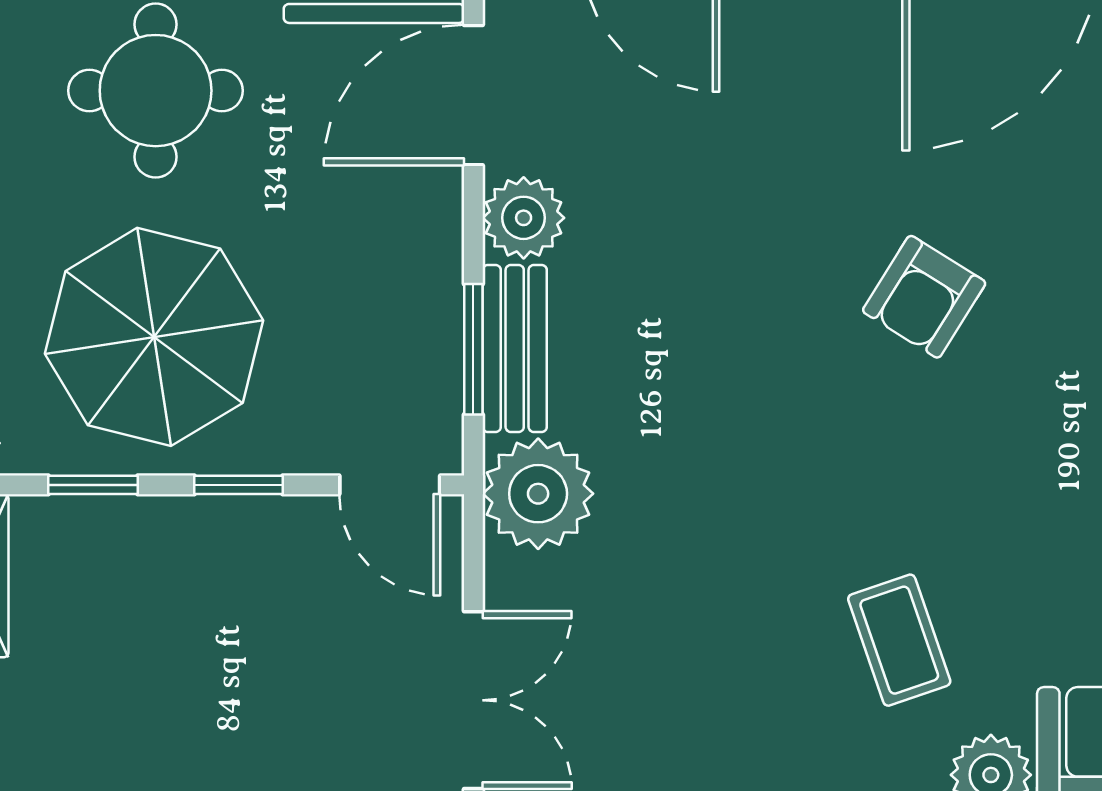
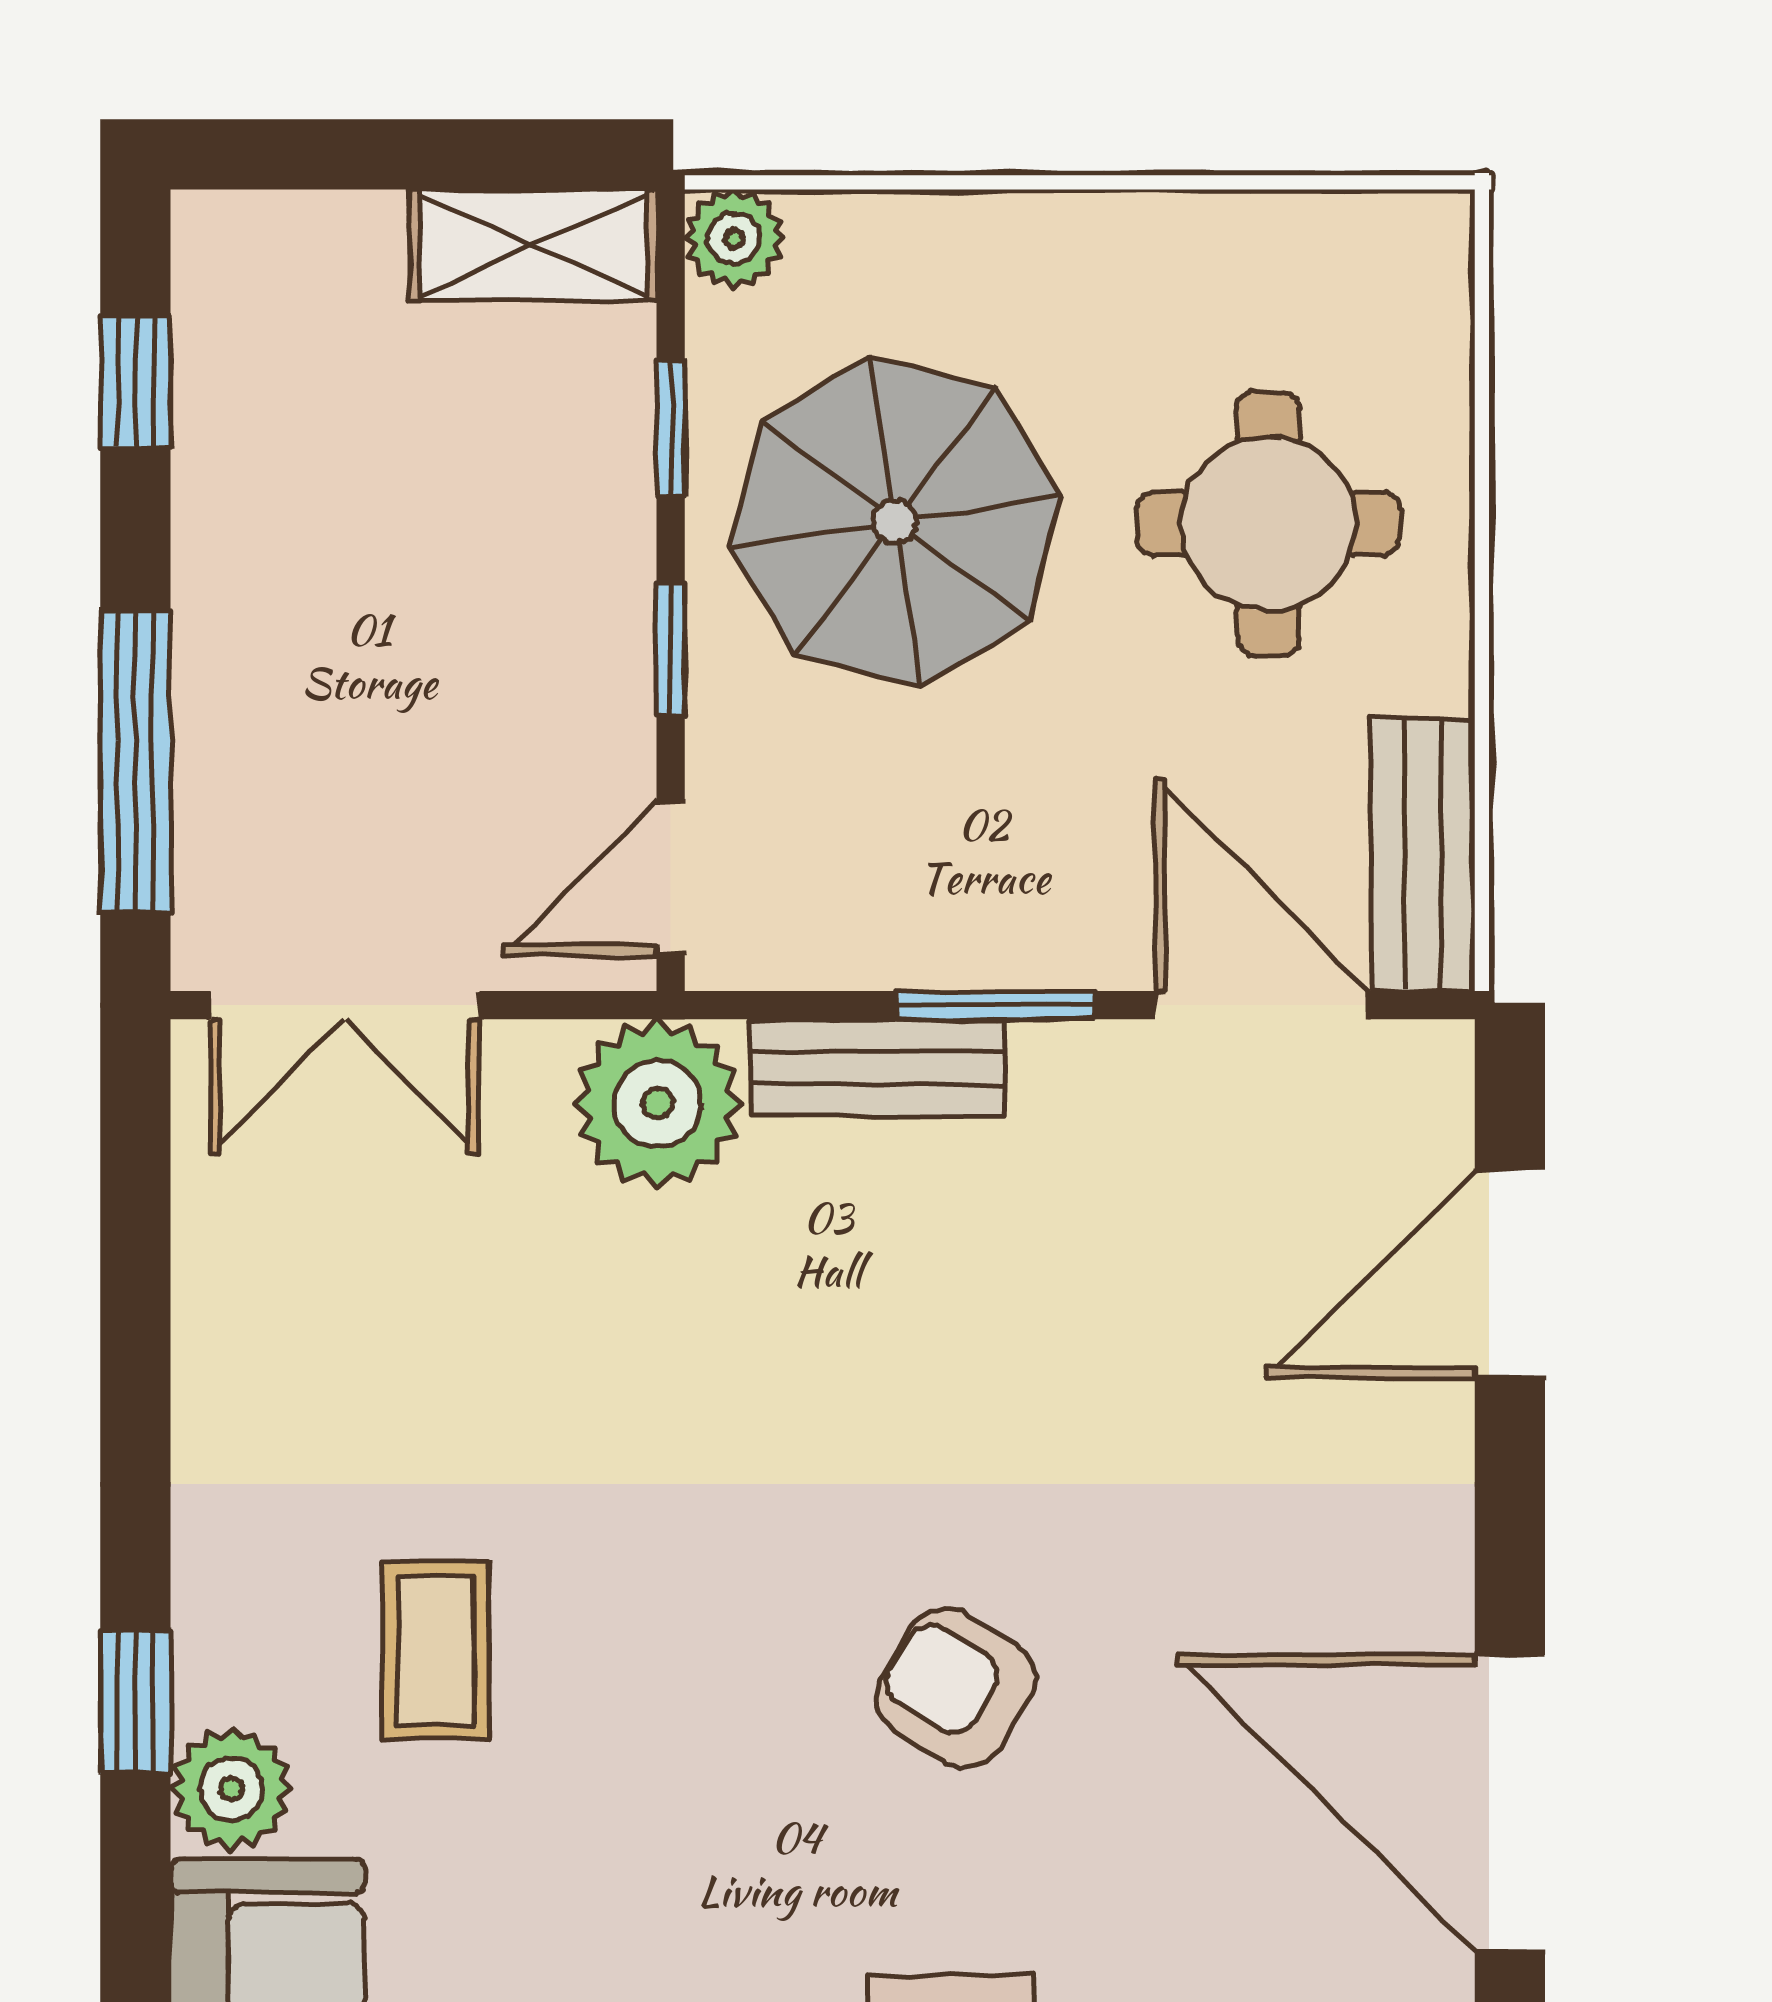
plant: (524, 218) -> (1075, 1081), removed
window: (473, 349) -> (996, 1005), moved
coffee table: (899, 640) -> (436, 1650), turned -71

